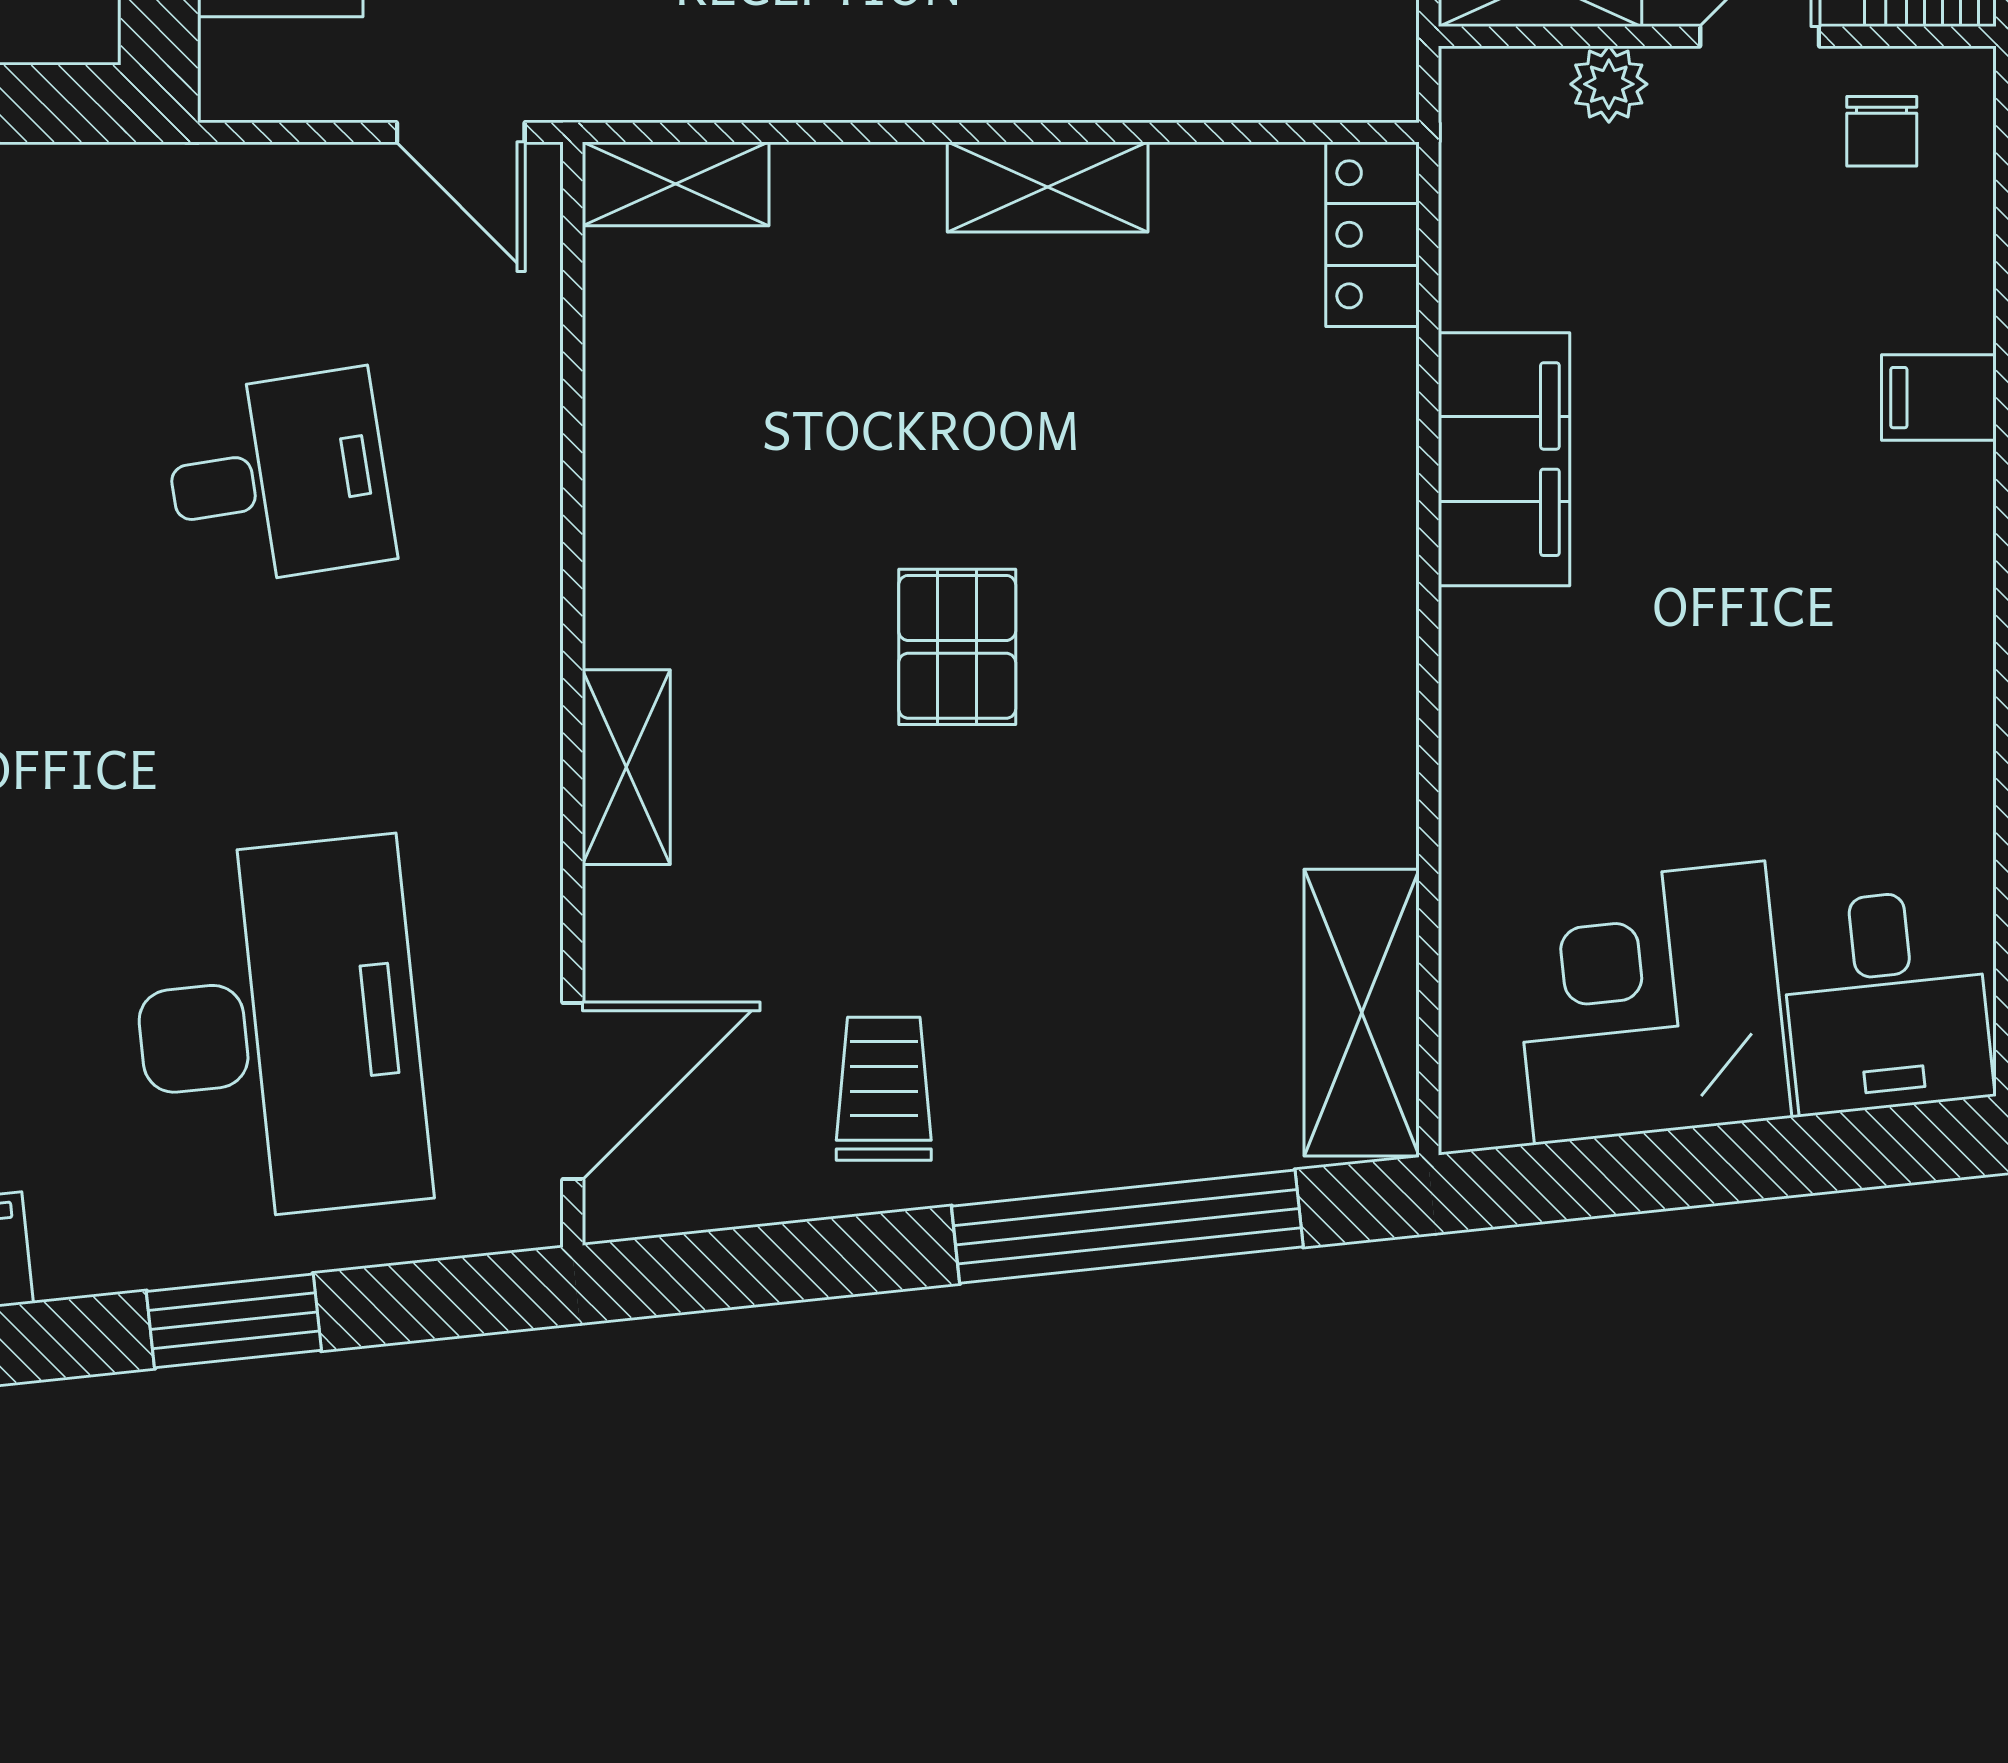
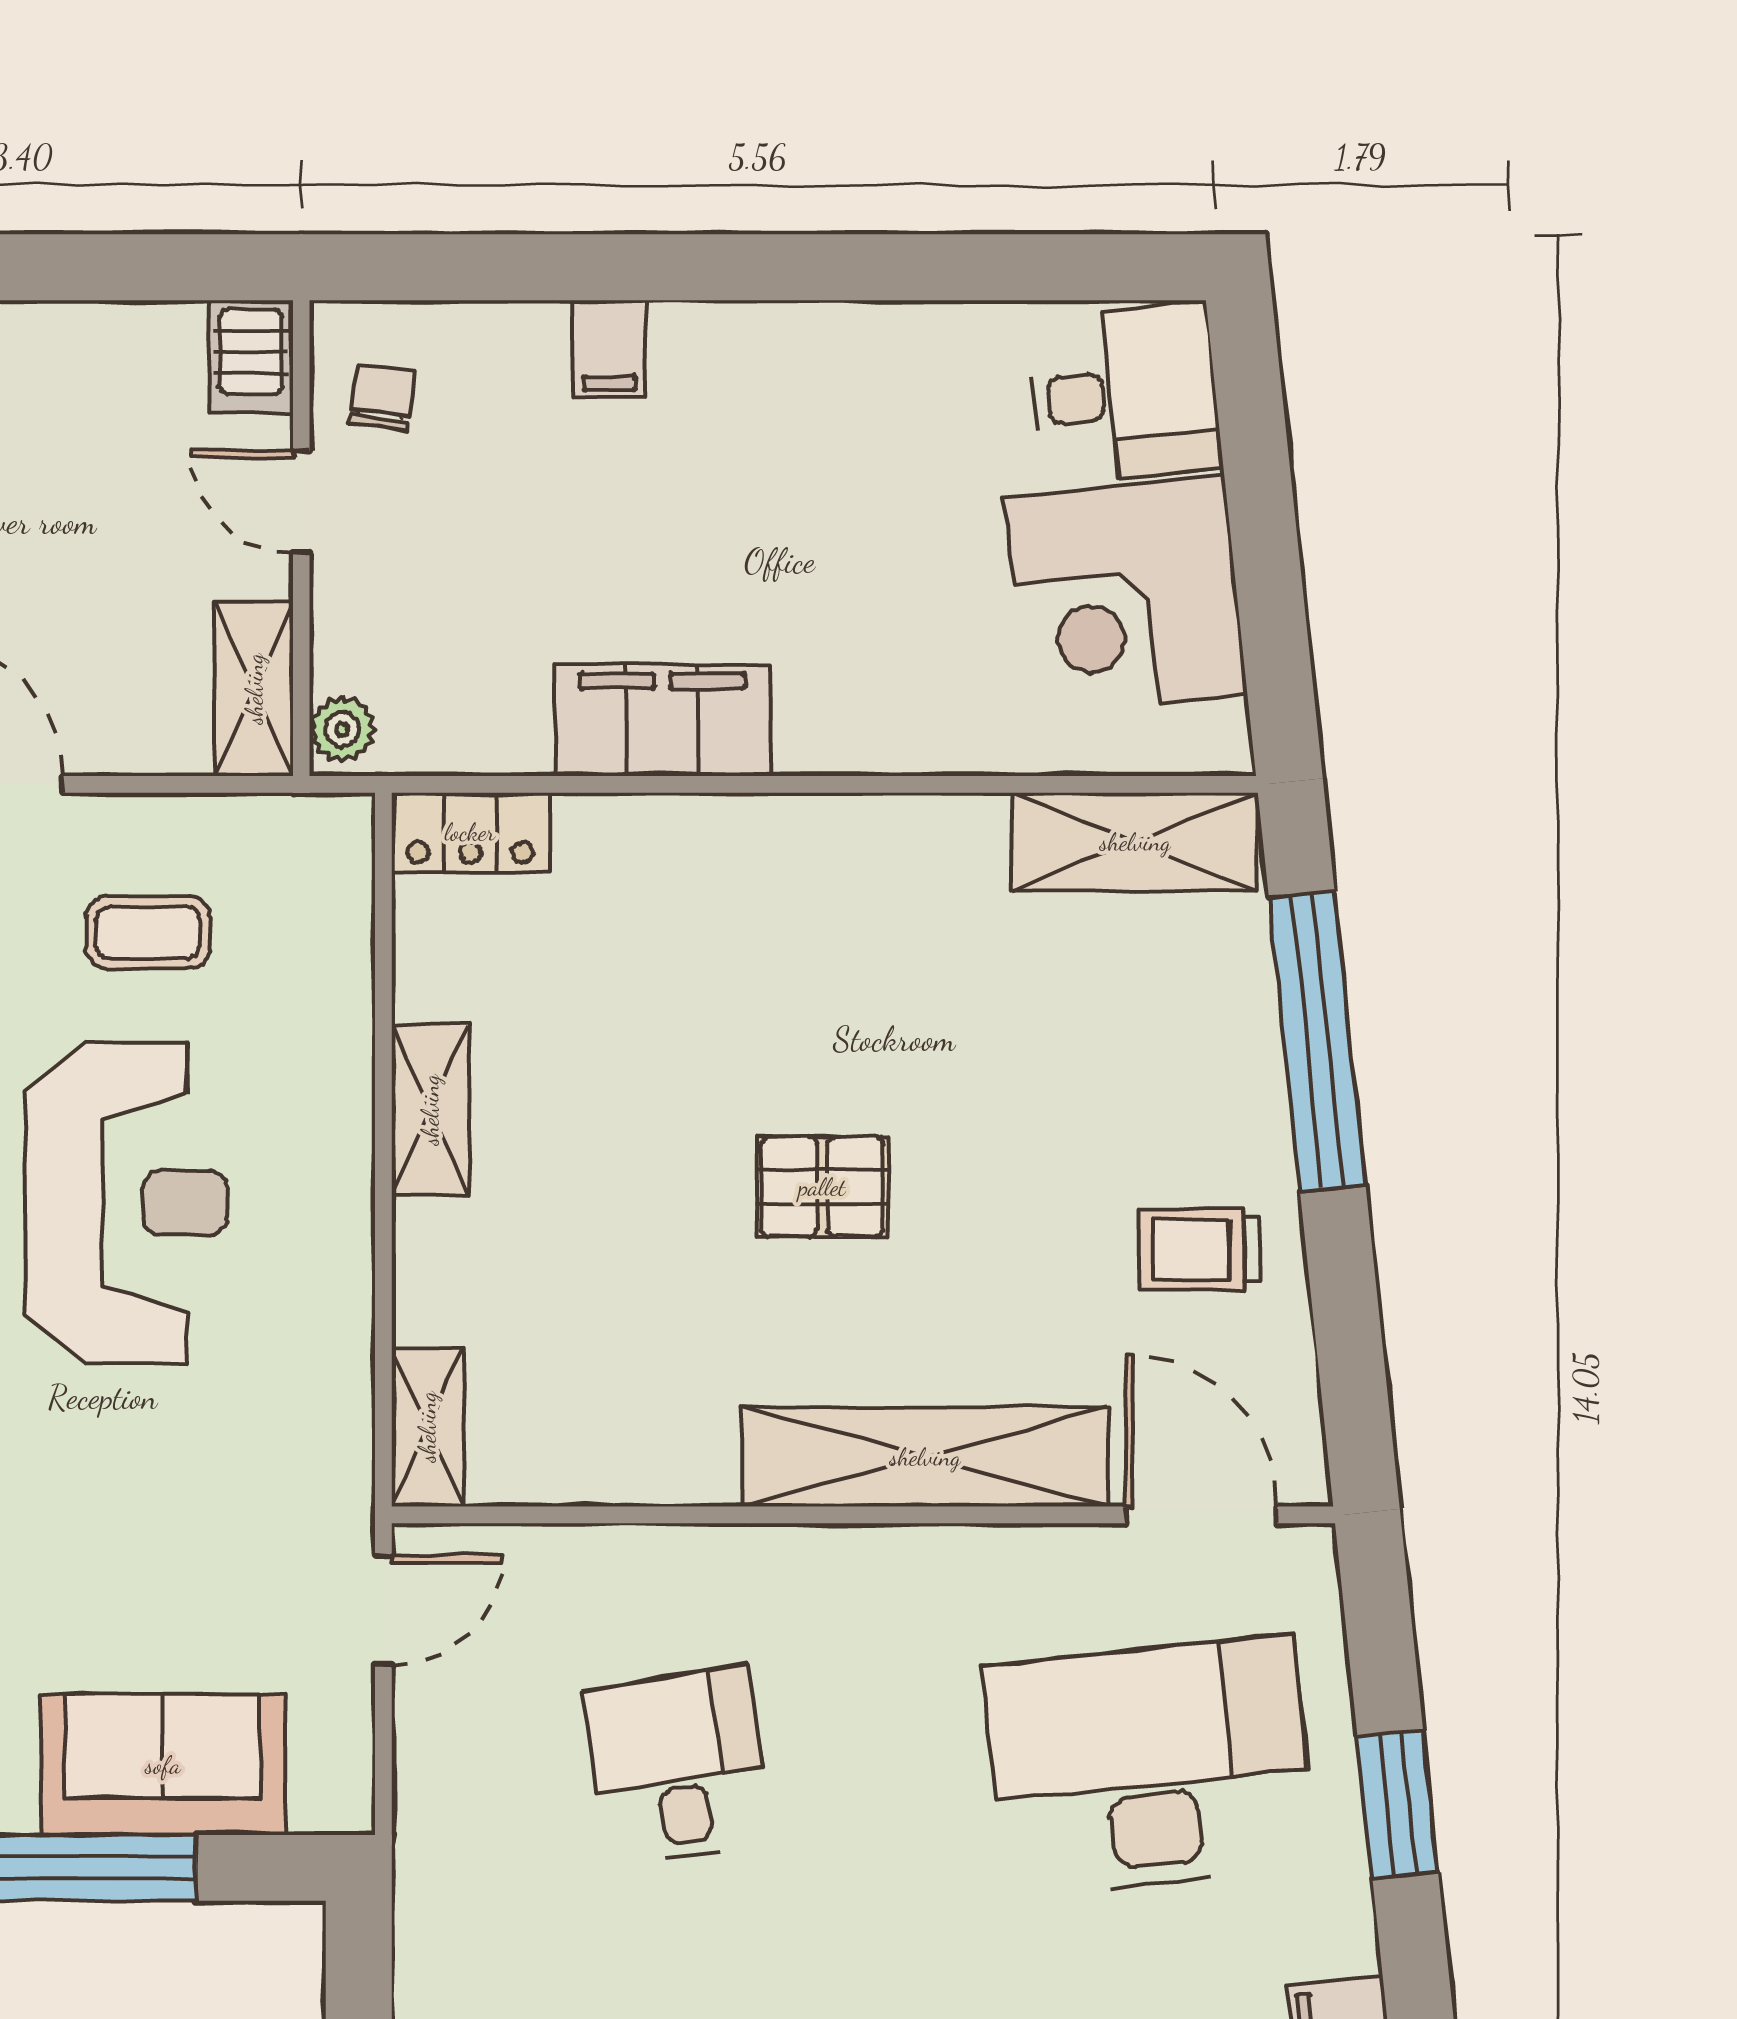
plant: (1609, 84) -> (342, 729), moved
chair: (1882, 131) -> (382, 398), turned -82
shelving: (626, 767) -> (925, 1457), width x2.20, depth x1.33

